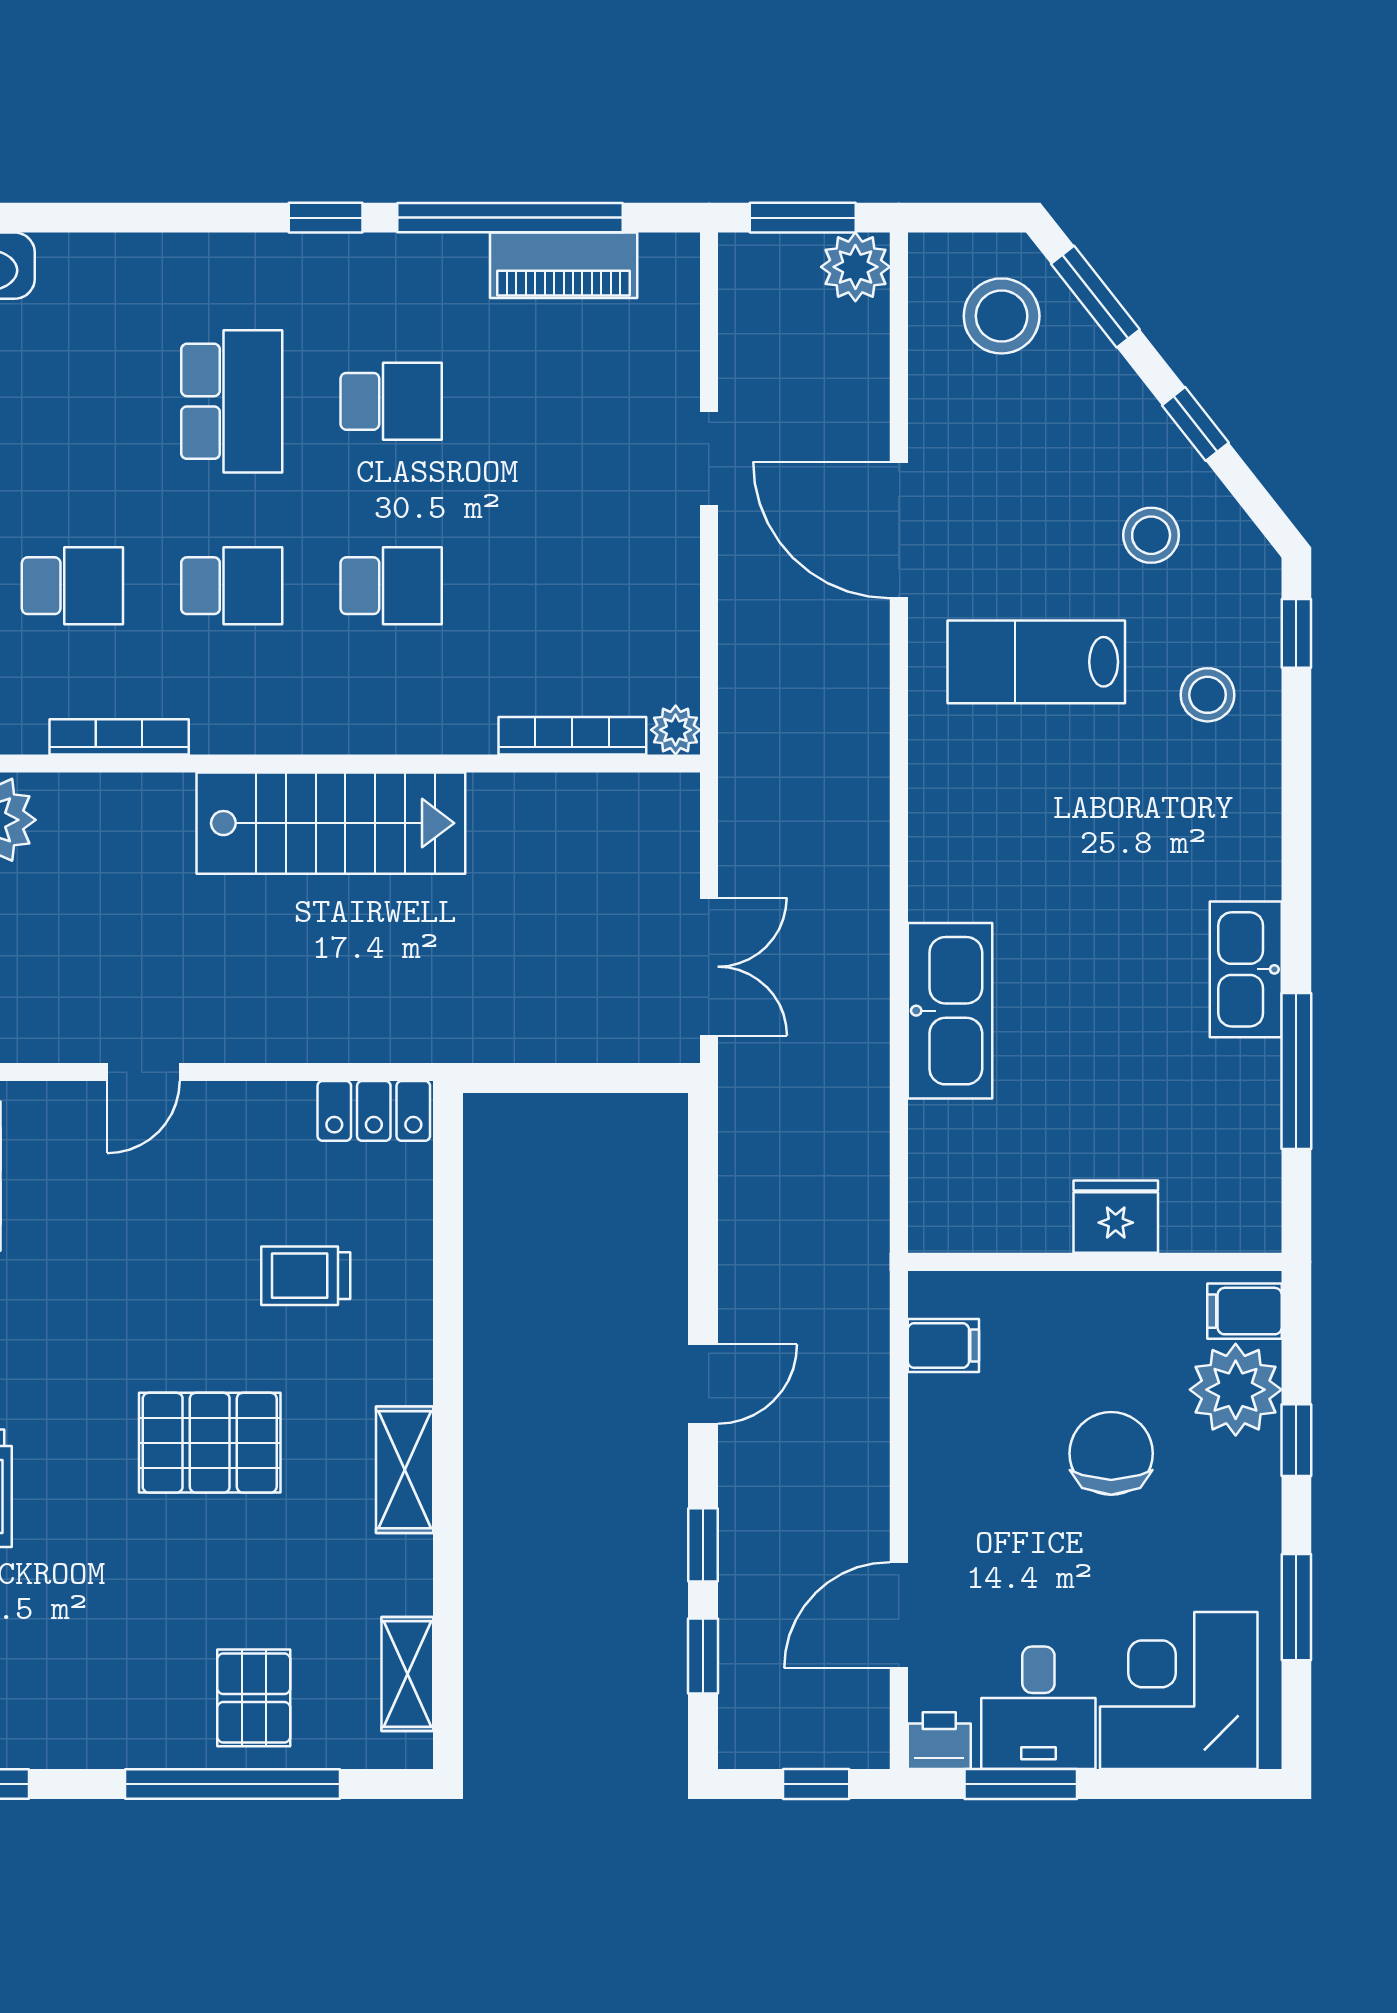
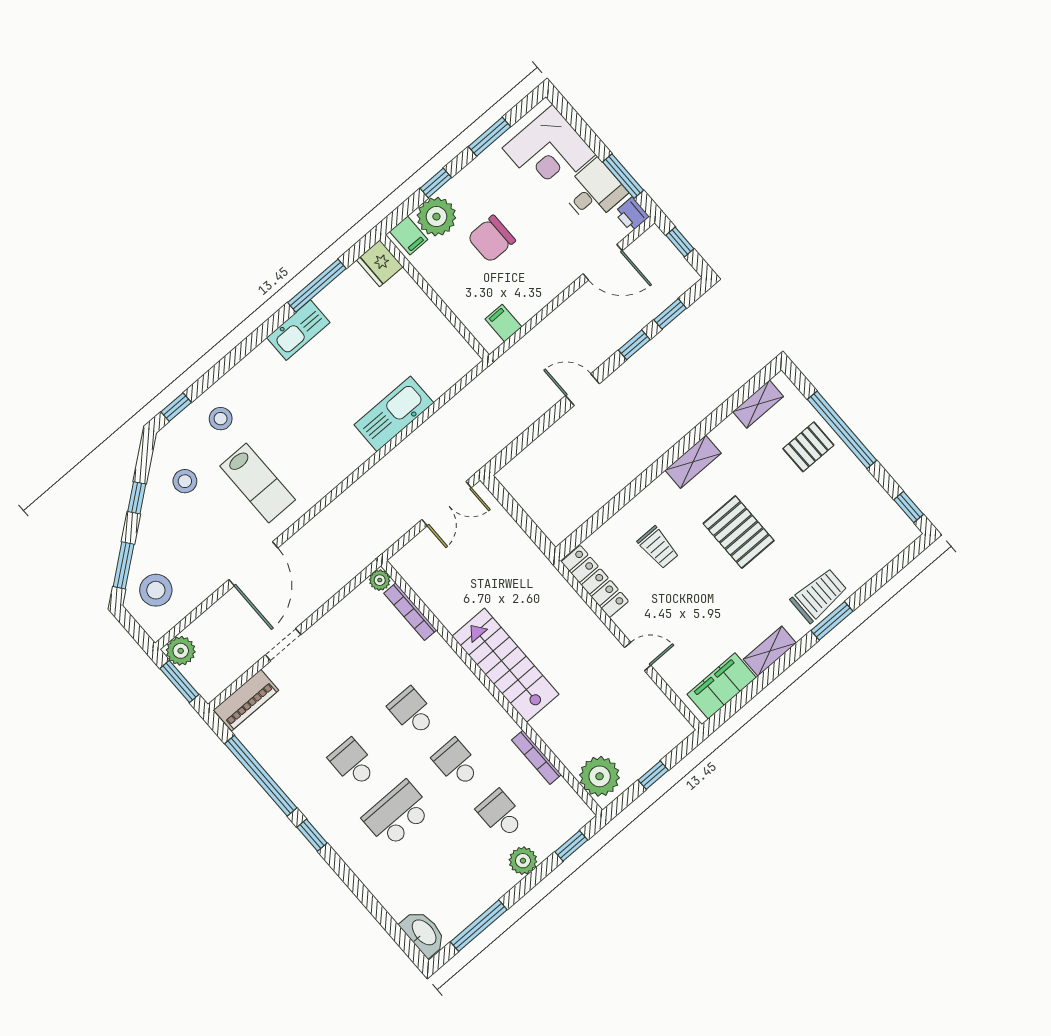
piano: (564, 265) -> (246, 700), moved, turned 90
double door: (709, 967) -> (447, 504), swing flipped
locker: (374, 1111) -> (595, 581), width x1.53
fridge: (1116, 1217) -> (380, 263), moved

